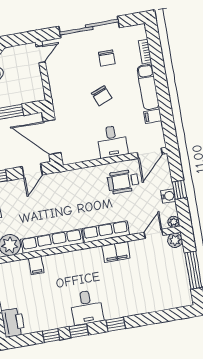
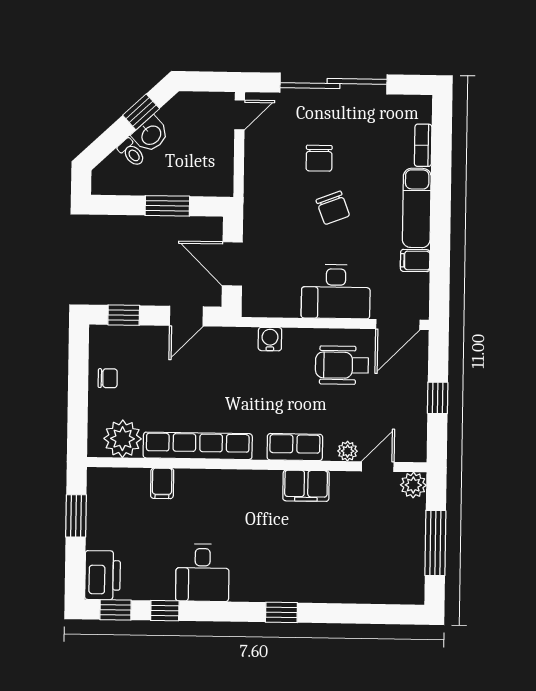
chair: (107, 58) -> (319, 158), moved
door: (52, 137) -> (232, 264), width x0.73
desk: (112, 142) -> (336, 292), width x1.37
water cooler: (168, 196) -> (270, 339), moved, turned -90
plant: (174, 222) -> (348, 451), moved
row of seats: (106, 232) -> (295, 447), width x0.68
desk: (87, 307) -> (202, 573), moved
window: (79, 331) -> (116, 610), moved

